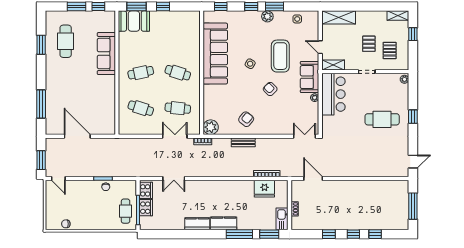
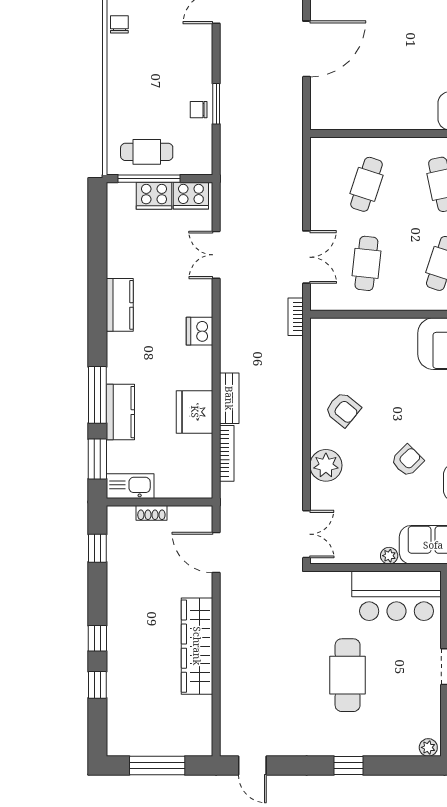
cafe table: (382, 119) -> (348, 675), moved
plant: (211, 127) -> (326, 465), moved
bench: (243, 142) -> (229, 398), moved
door: (313, 179) -> (216, 553), swing flipped
dishwasher: (209, 186) -> (200, 331), added
wardrobe: (357, 187) -> (197, 646), added
fridge: (264, 189) -> (195, 412), moved
kitchen counter: (224, 223) -> (120, 412), moved
window: (329, 234) -> (97, 548), moved

